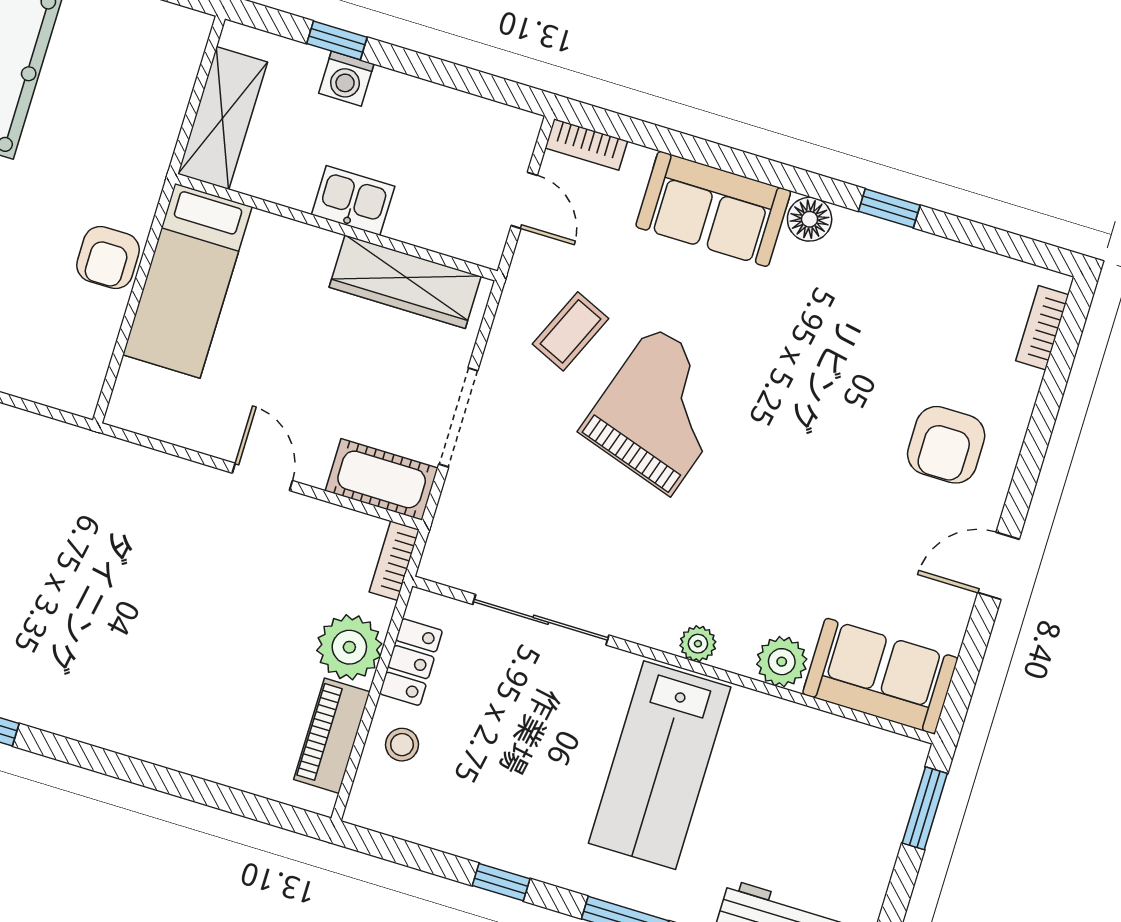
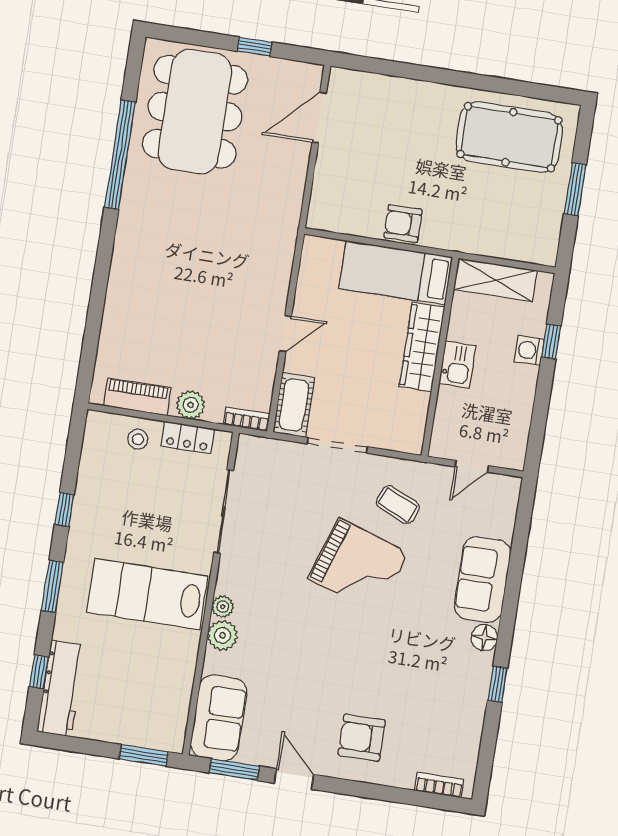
bookcase: (586, 144) -> (510, 499), removed
wardrobe: (405, 282) -> (422, 347), moved
plant: (349, 647) -> (191, 405), width x0.73, depth x0.73
plant: (782, 662) -> (222, 635), moved
window: (969, 662) -> (234, 770), added

